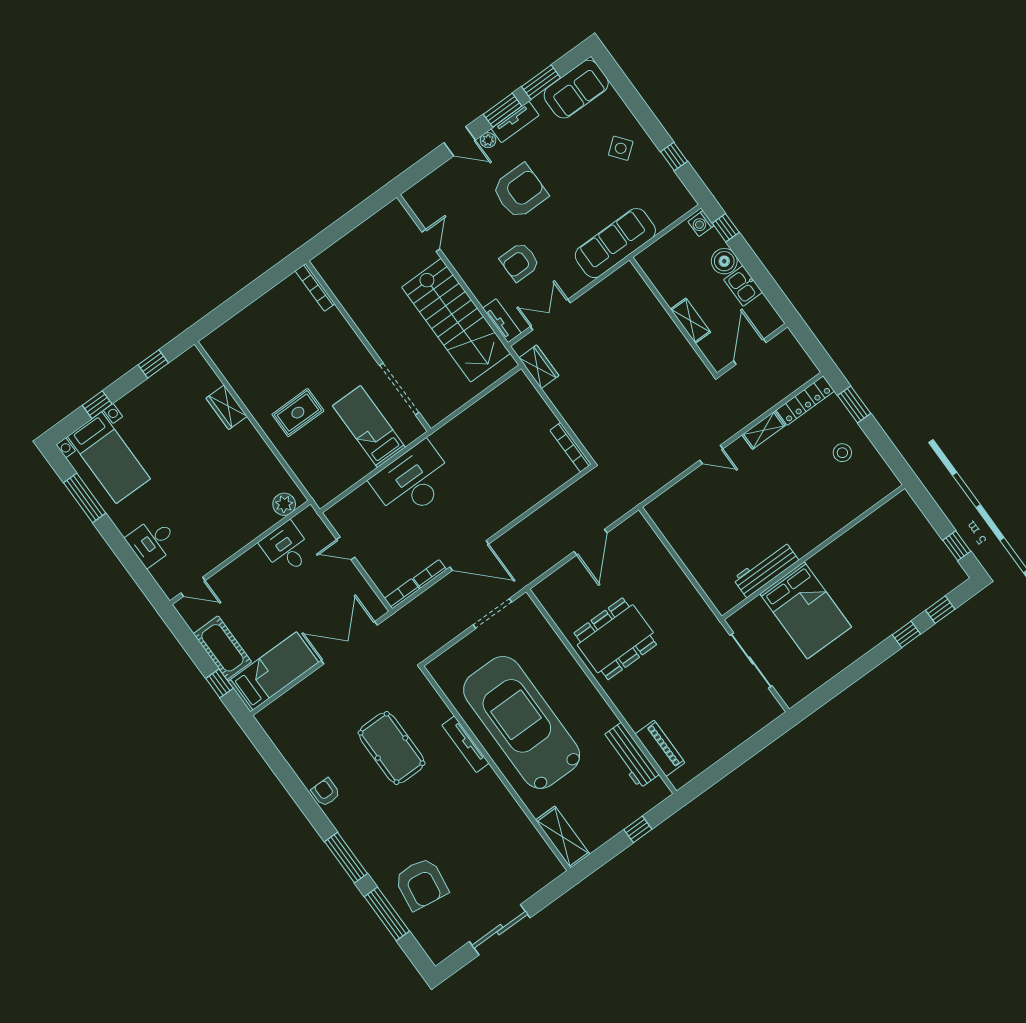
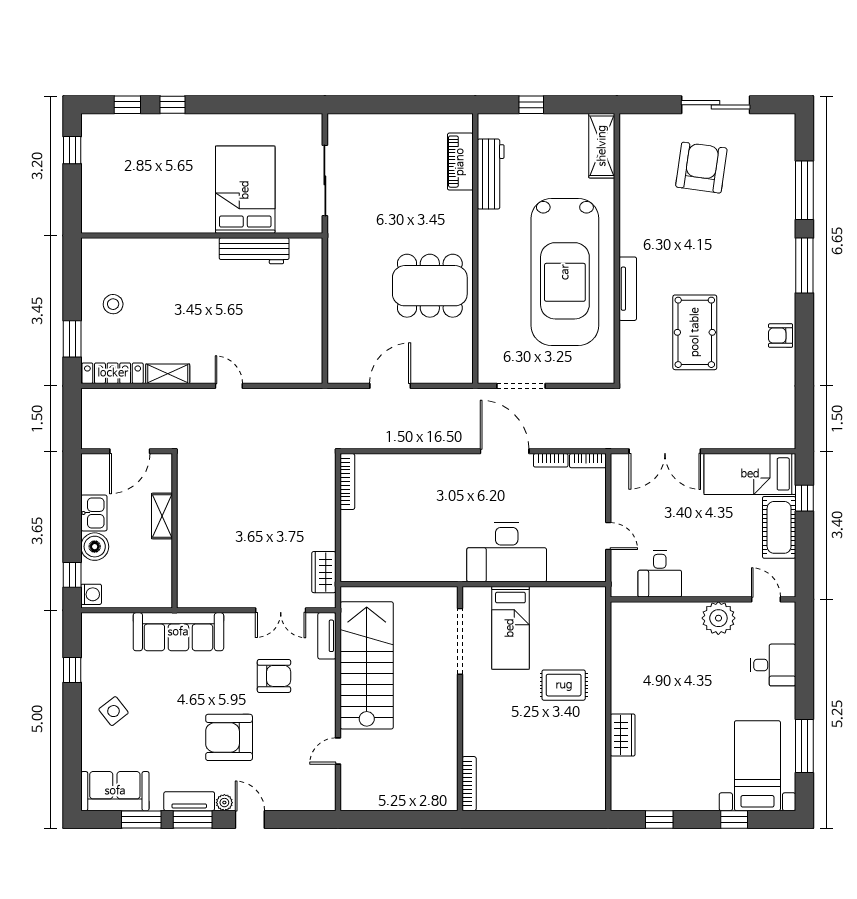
plant: (284, 504) -> (718, 618), moved, width x1.36, depth x1.36
armchair: (326, 792) -> (781, 336), turned 90
armchair: (421, 884) -> (701, 168), moved

